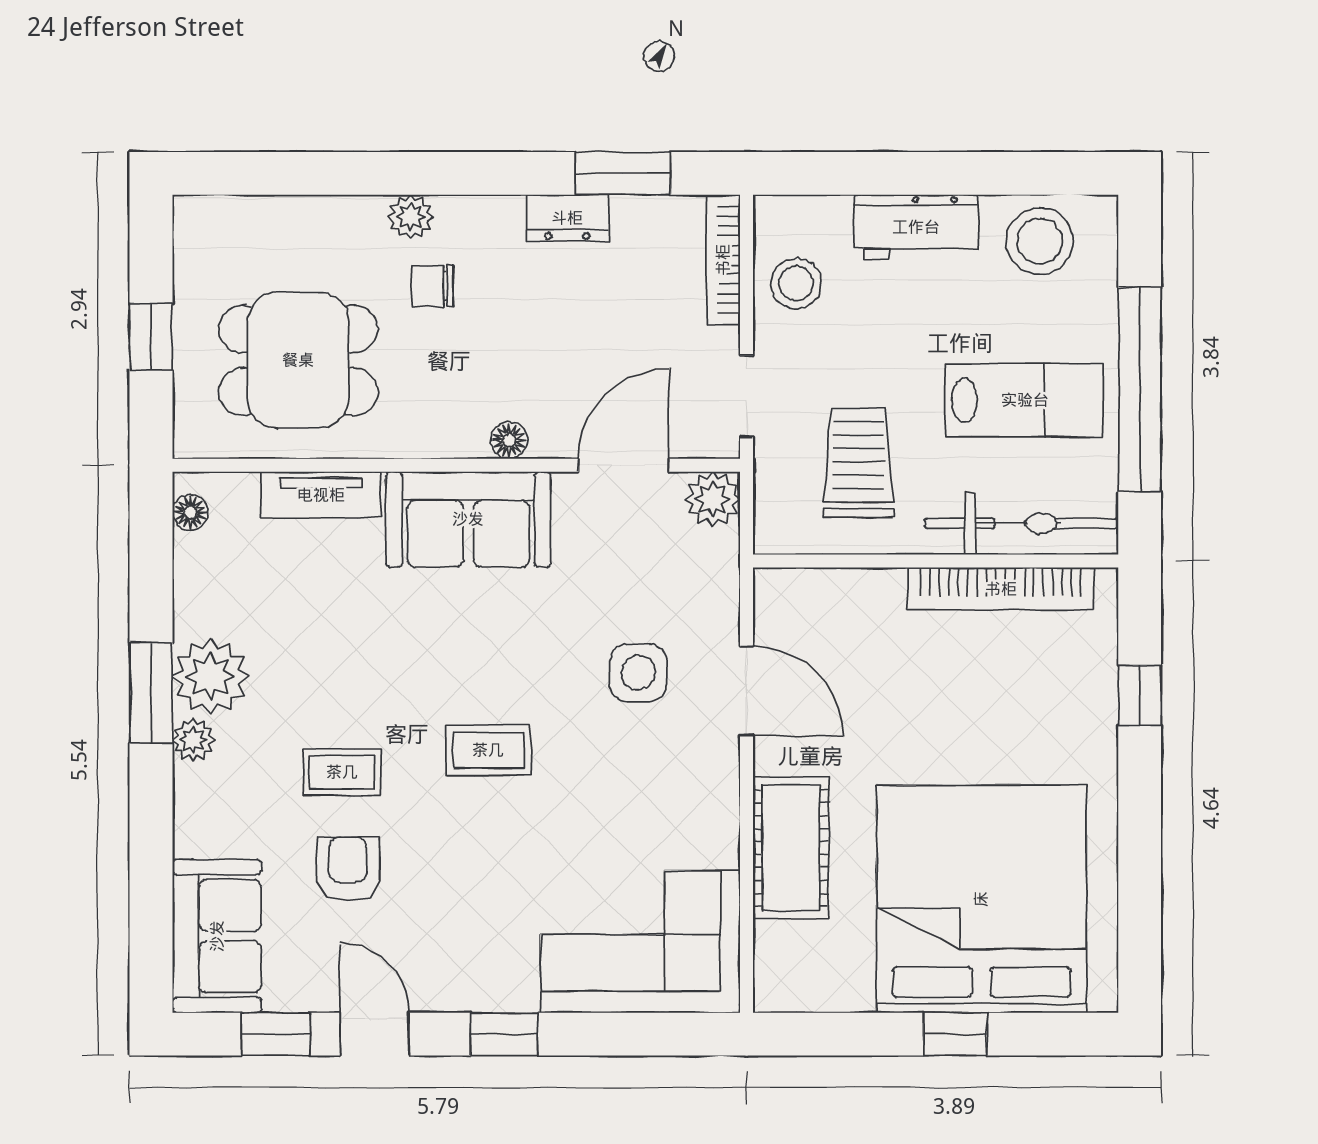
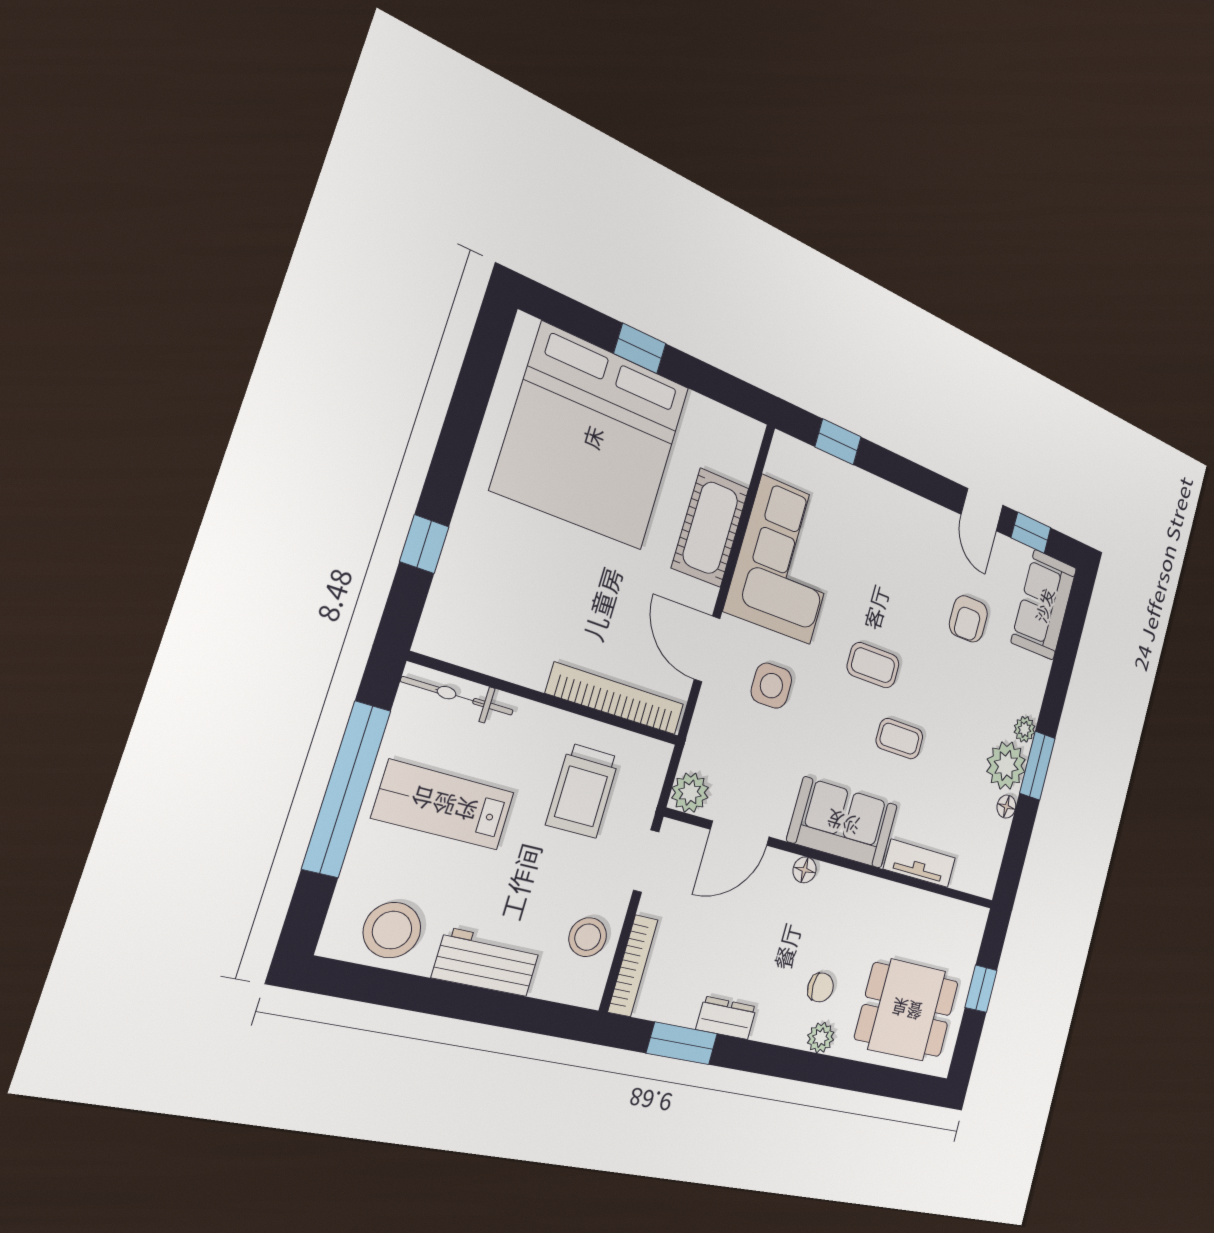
dining table: (298, 360) -> (907, 1010), moved
floor lamp: (190, 513) -> (1006, 807), moved
bicycle: (1022, 523) -> (458, 696), width x0.73, depth x0.71
bookcase: (1001, 589) -> (616, 699), moved
coffee table: (342, 772) -> (899, 739), moved
corner sofa: (640, 942) -> (786, 560), moved, turned -90
window: (504, 1034) -> (838, 442), moved

